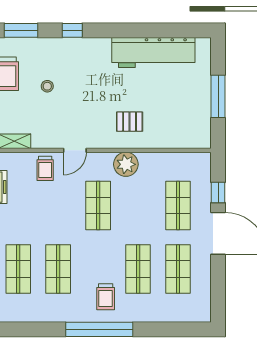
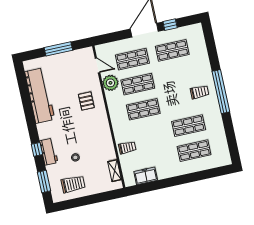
workbench: (65, 48) -> (49, 152), added
door: (75, 150) -> (97, 65), moved
plant: (126, 164) -> (110, 83), moved
window: (218, 193) -> (170, 25), moved
shop shelf: (138, 269) -> (138, 84), moved

